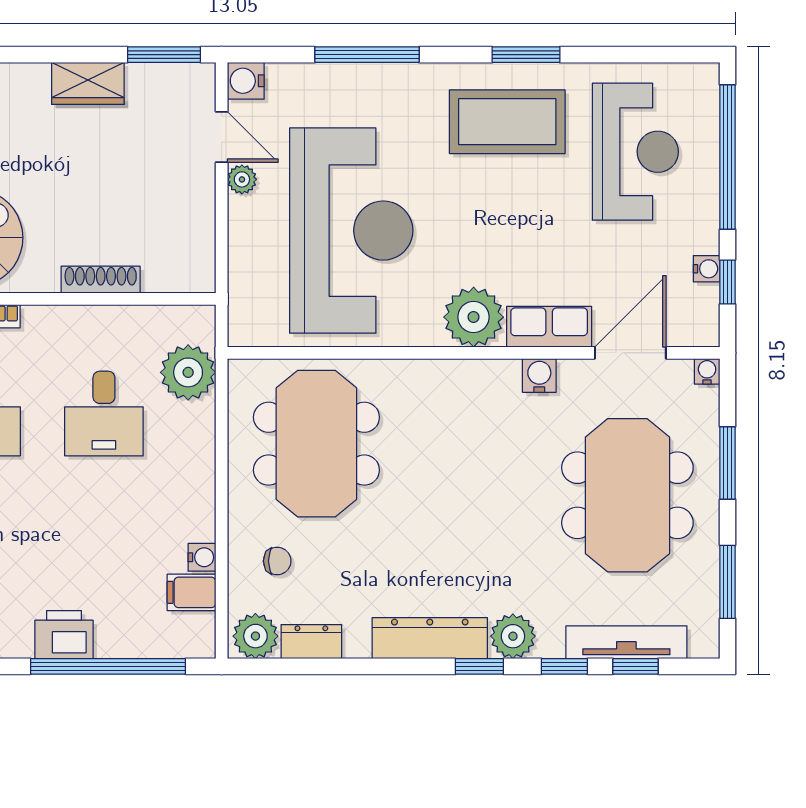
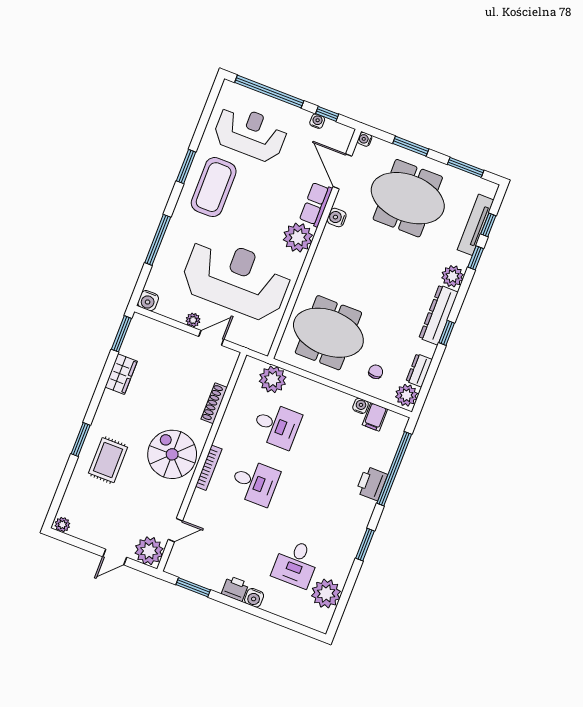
door: (222, 137) -> (211, 338), moved
window: (479, 666) -> (447, 333), moved

